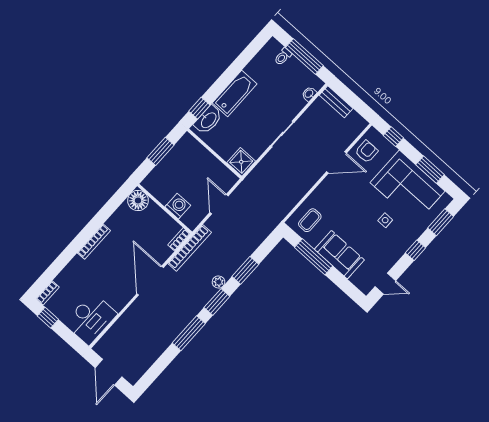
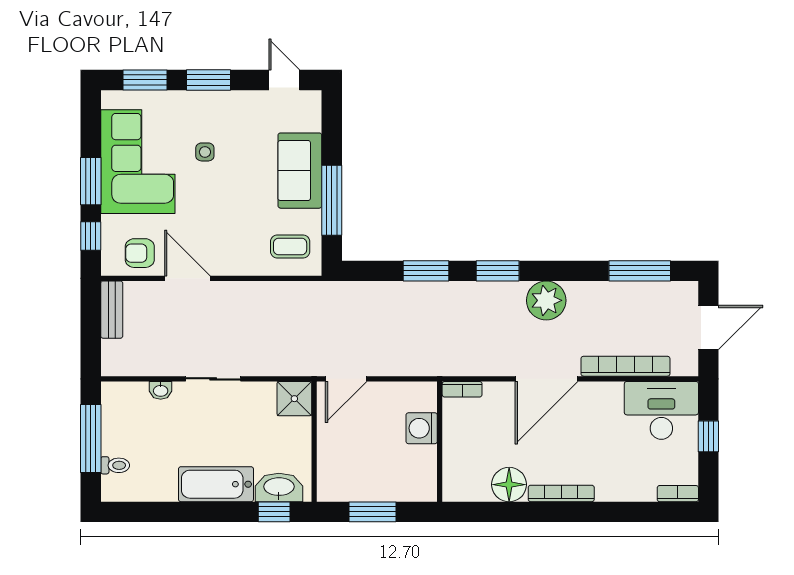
washbasin: (309, 94) -> (161, 390), moved
bench: (336, 102) -> (112, 310), moved
window: (430, 170) -> (91, 181), moved
floor lamp: (138, 200) -> (509, 485), moved
door: (219, 204) -> (346, 379), moved
bookcase: (190, 248) -> (625, 366), moved
window: (415, 250) -> (208, 80), width x1.50
plant: (219, 282) -> (546, 300), moved, width x1.87, depth x1.87
window: (48, 318) -> (708, 436), moved
window: (189, 333) -> (640, 271), moved

